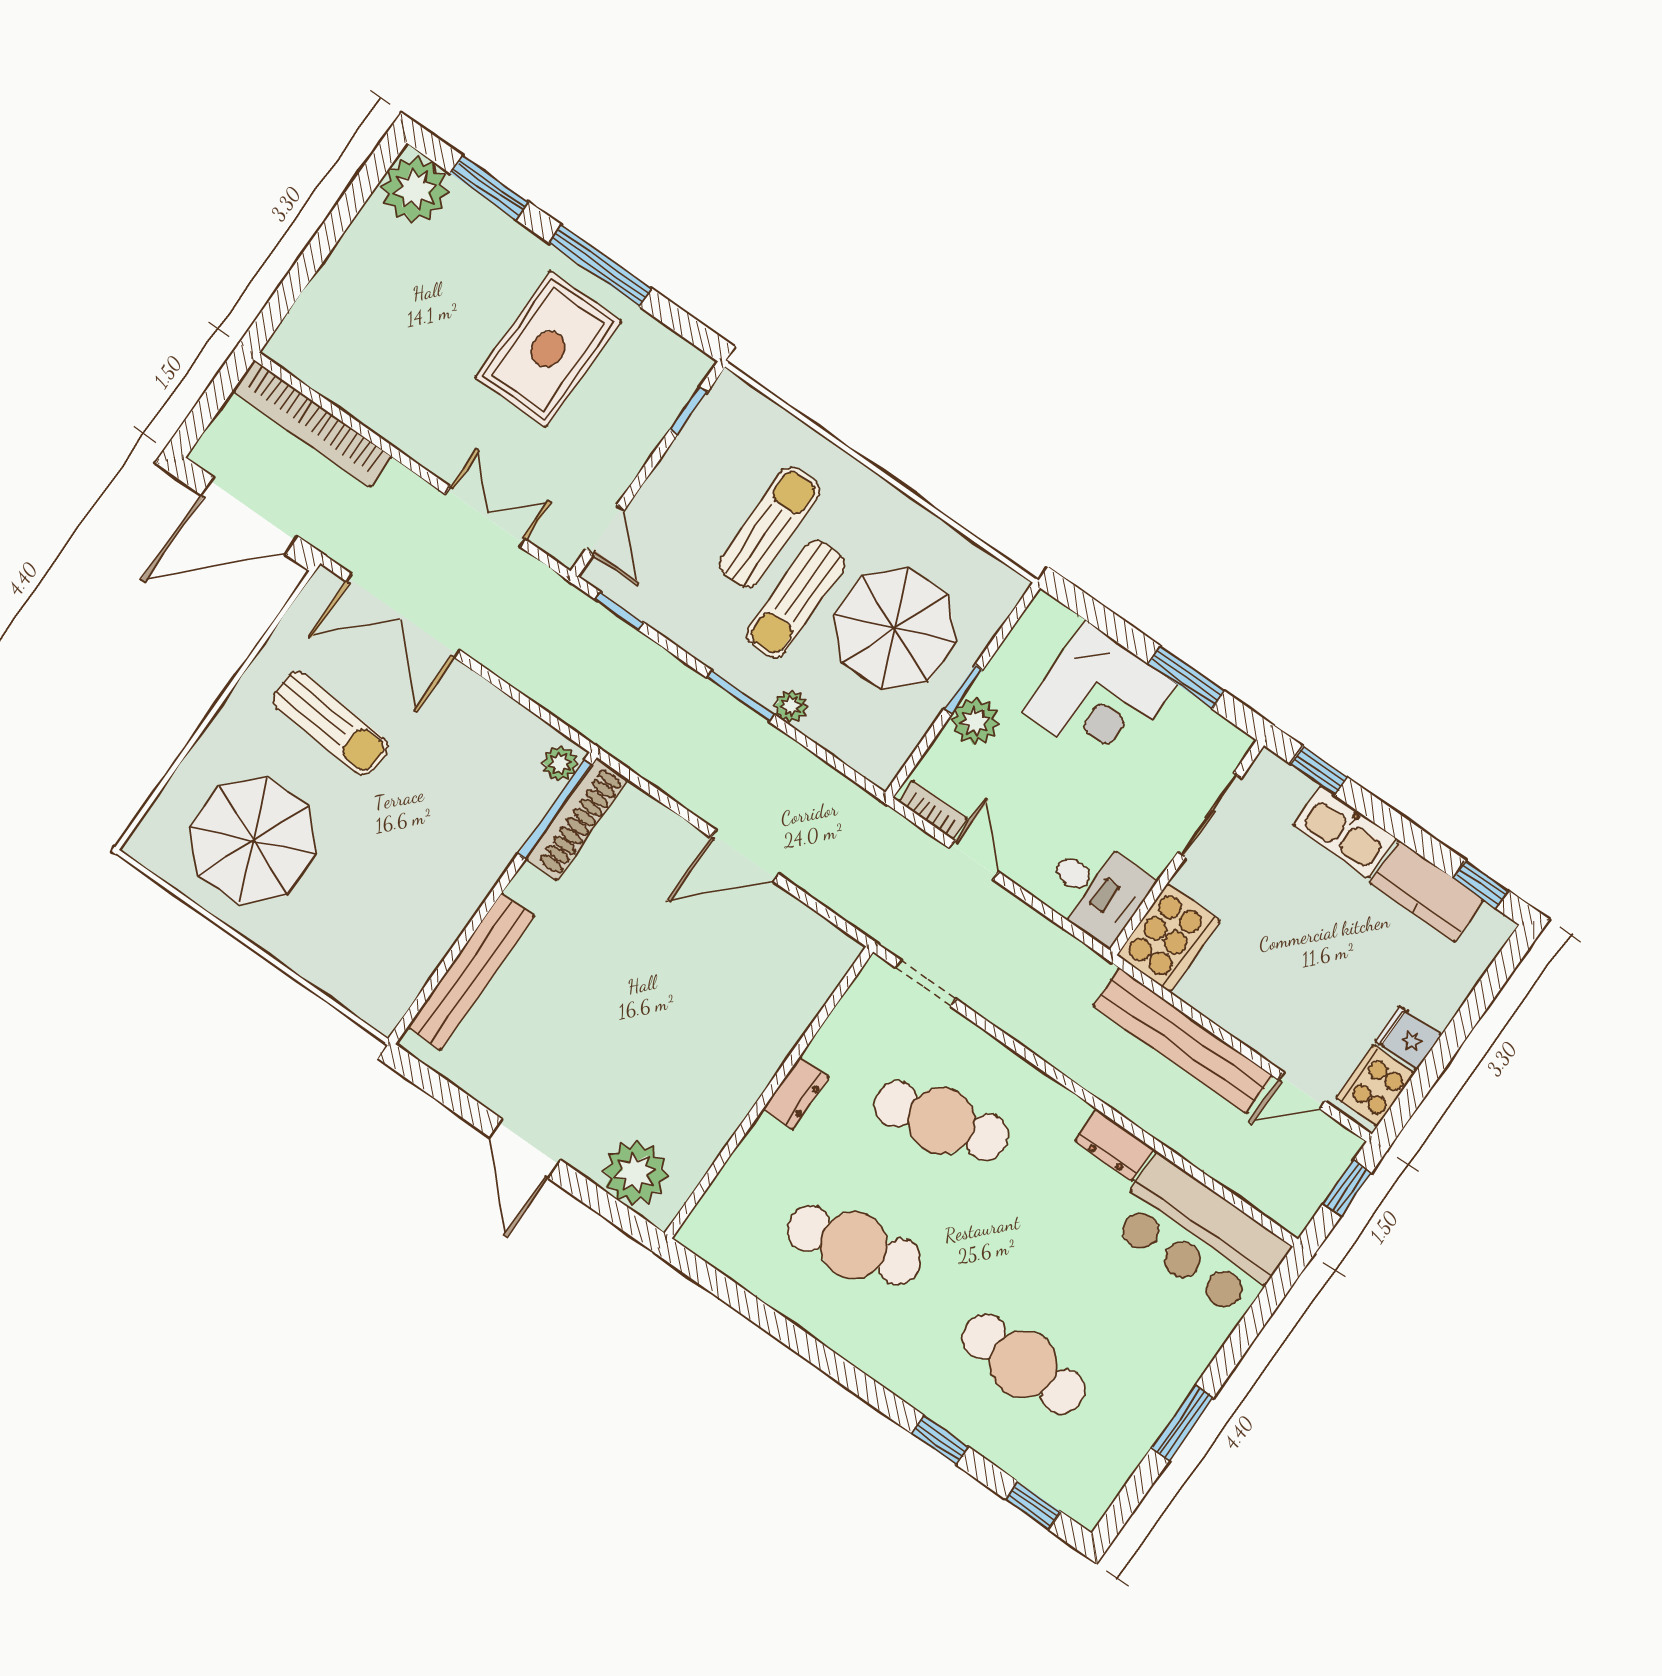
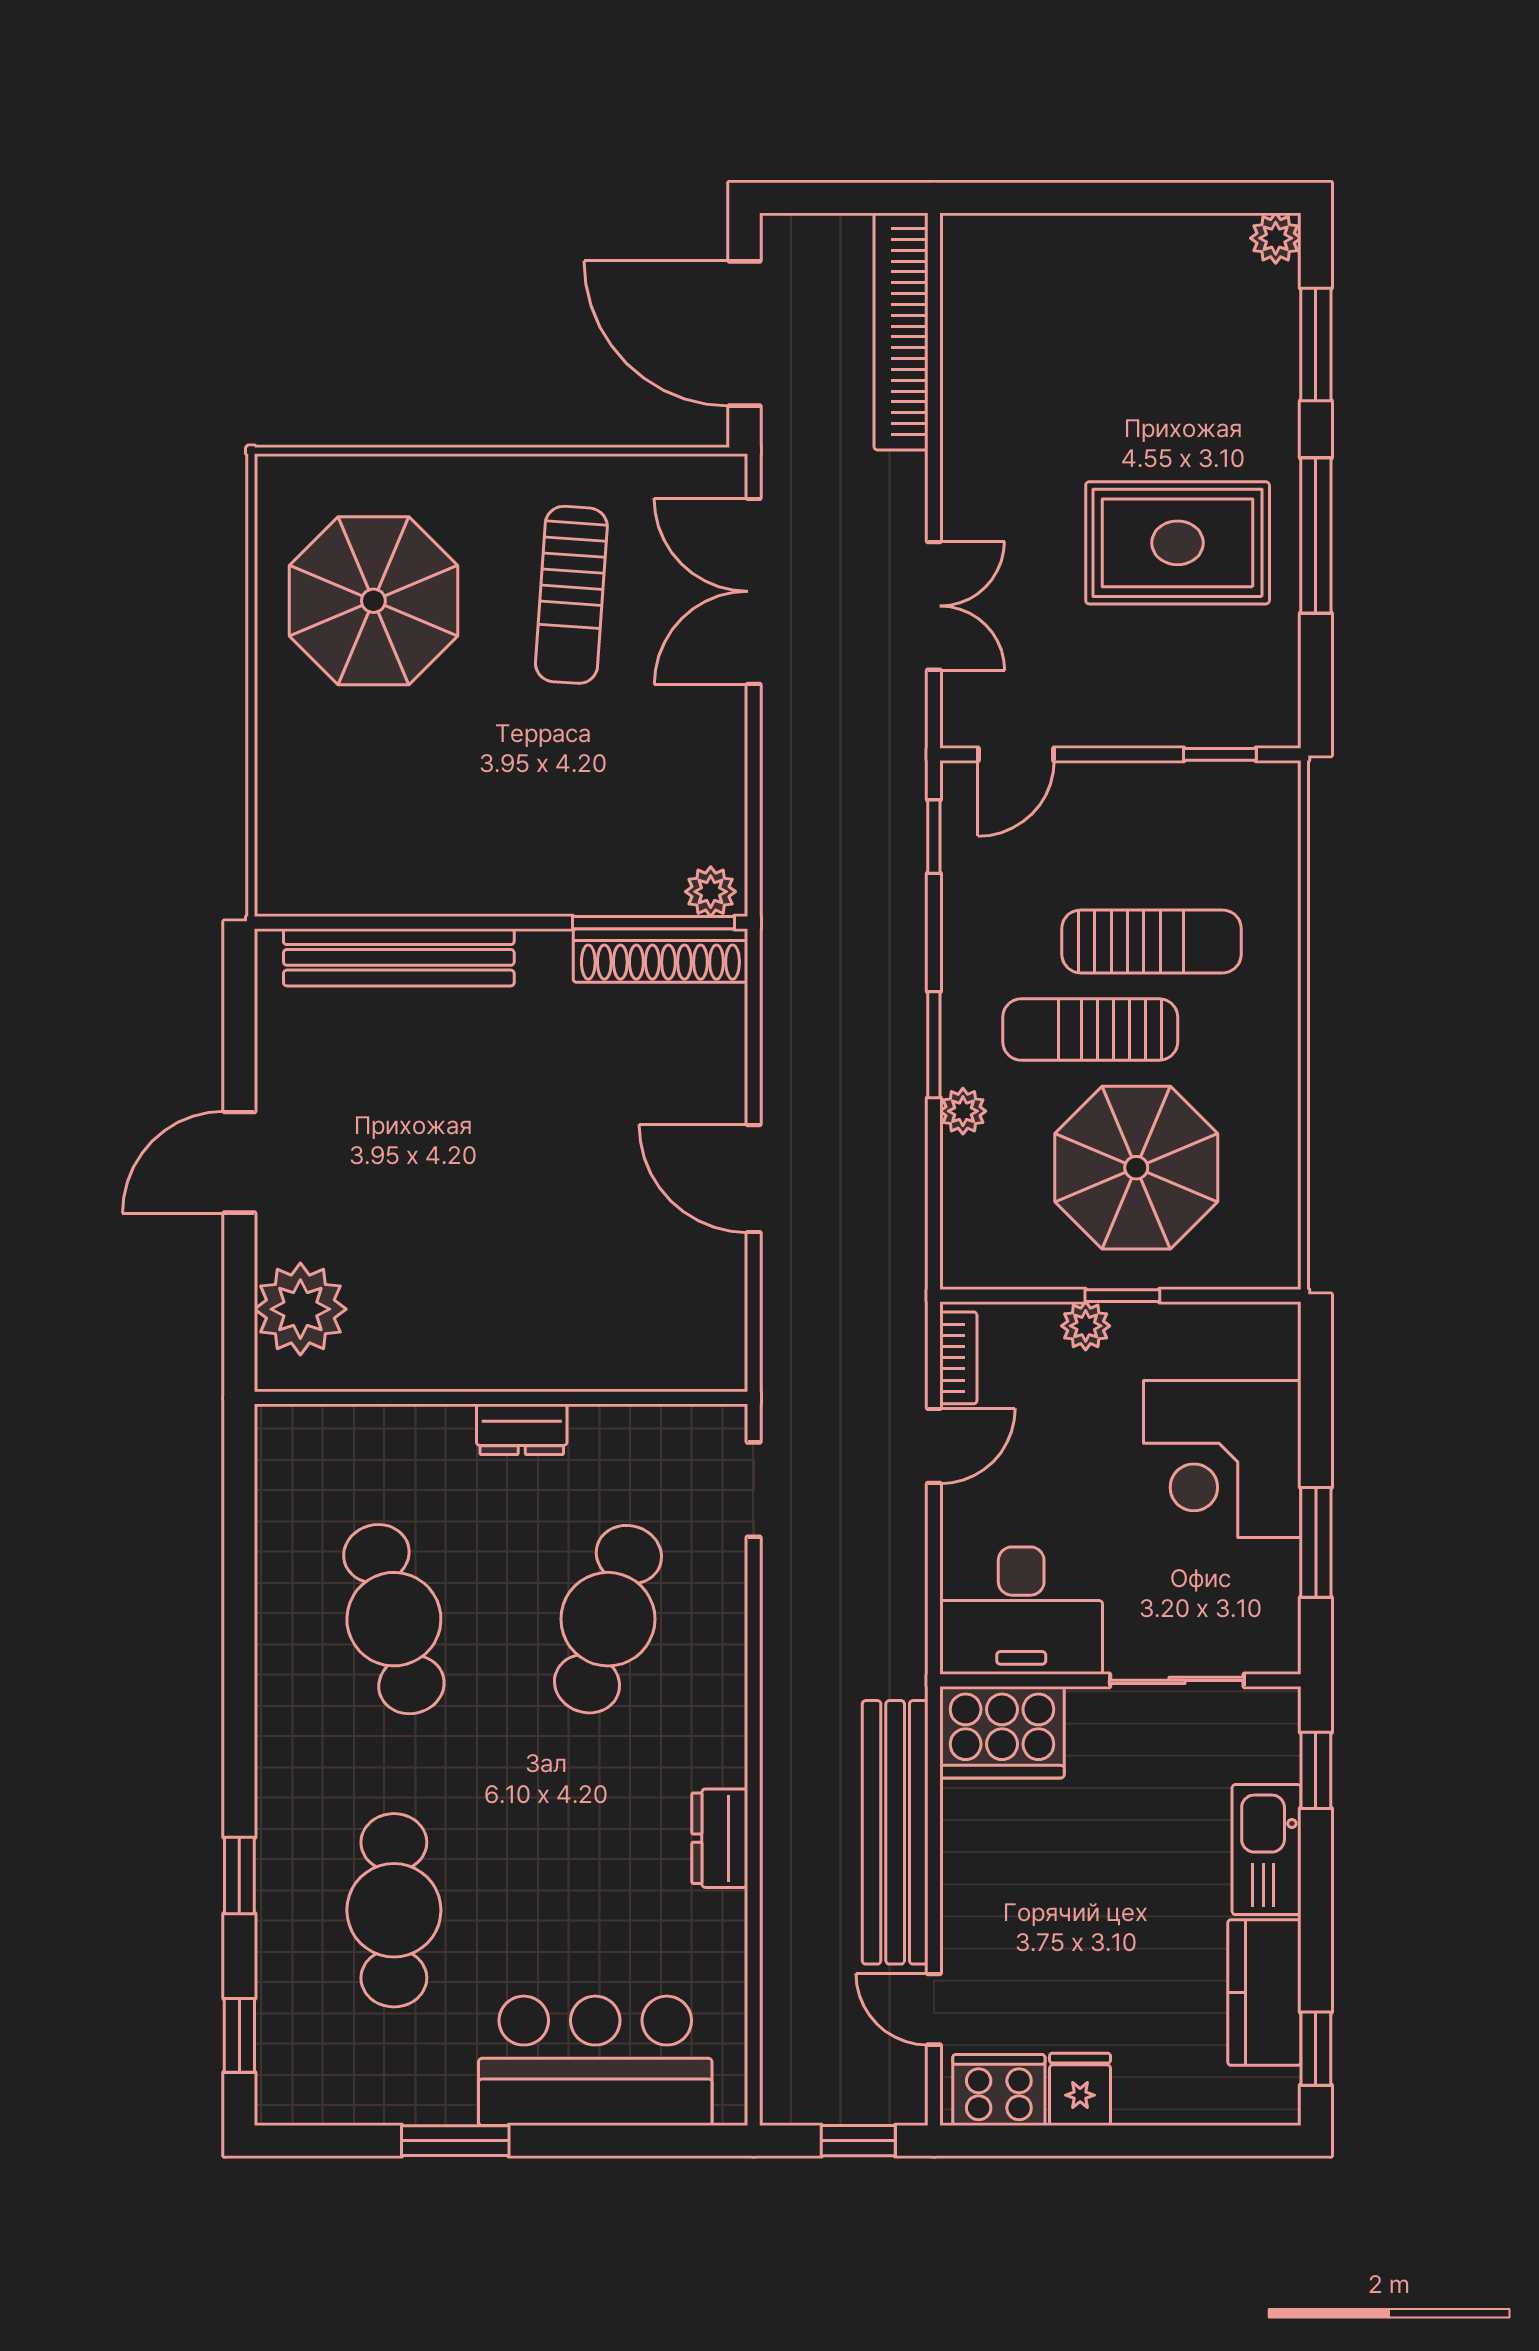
plant: (415, 189) -> (1276, 238), width x0.53, depth x0.53
plant: (975, 721) -> (1086, 1326), width x0.73, depth x0.73
desk: (1097, 890) -> (1021, 1611), width x1.37
cafe table: (941, 1121) -> (608, 1619), turned 33
bar counter: (1199, 1237) -> (595, 2061), moved, turned 90

